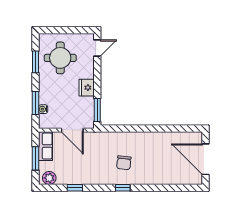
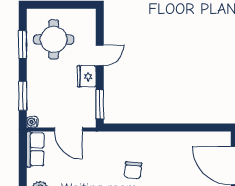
door: (97, 48) -> (100, 55), moved
water cooler: (43, 109) -> (32, 122), moved
window: (35, 158) -> (23, 165), removed

